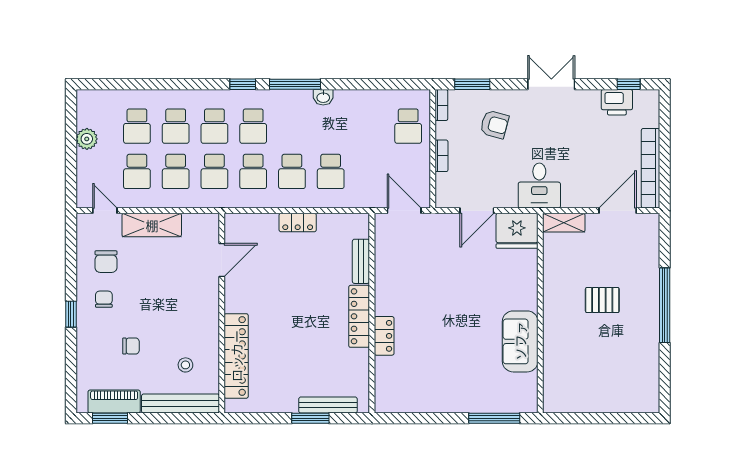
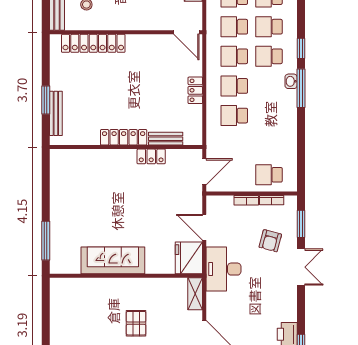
double door: (551, 84) -> (301, 267), moved
washbasin: (323, 97) -> (291, 81), moved
bookcase: (441, 105) -> (272, 200), moved
desk: (539, 186) -> (224, 269), width x1.37
door: (222, 260) -> (186, 32), moved
locker: (384, 336) -> (151, 156), moved
sofa: (520, 341) -> (113, 260), width x1.36

